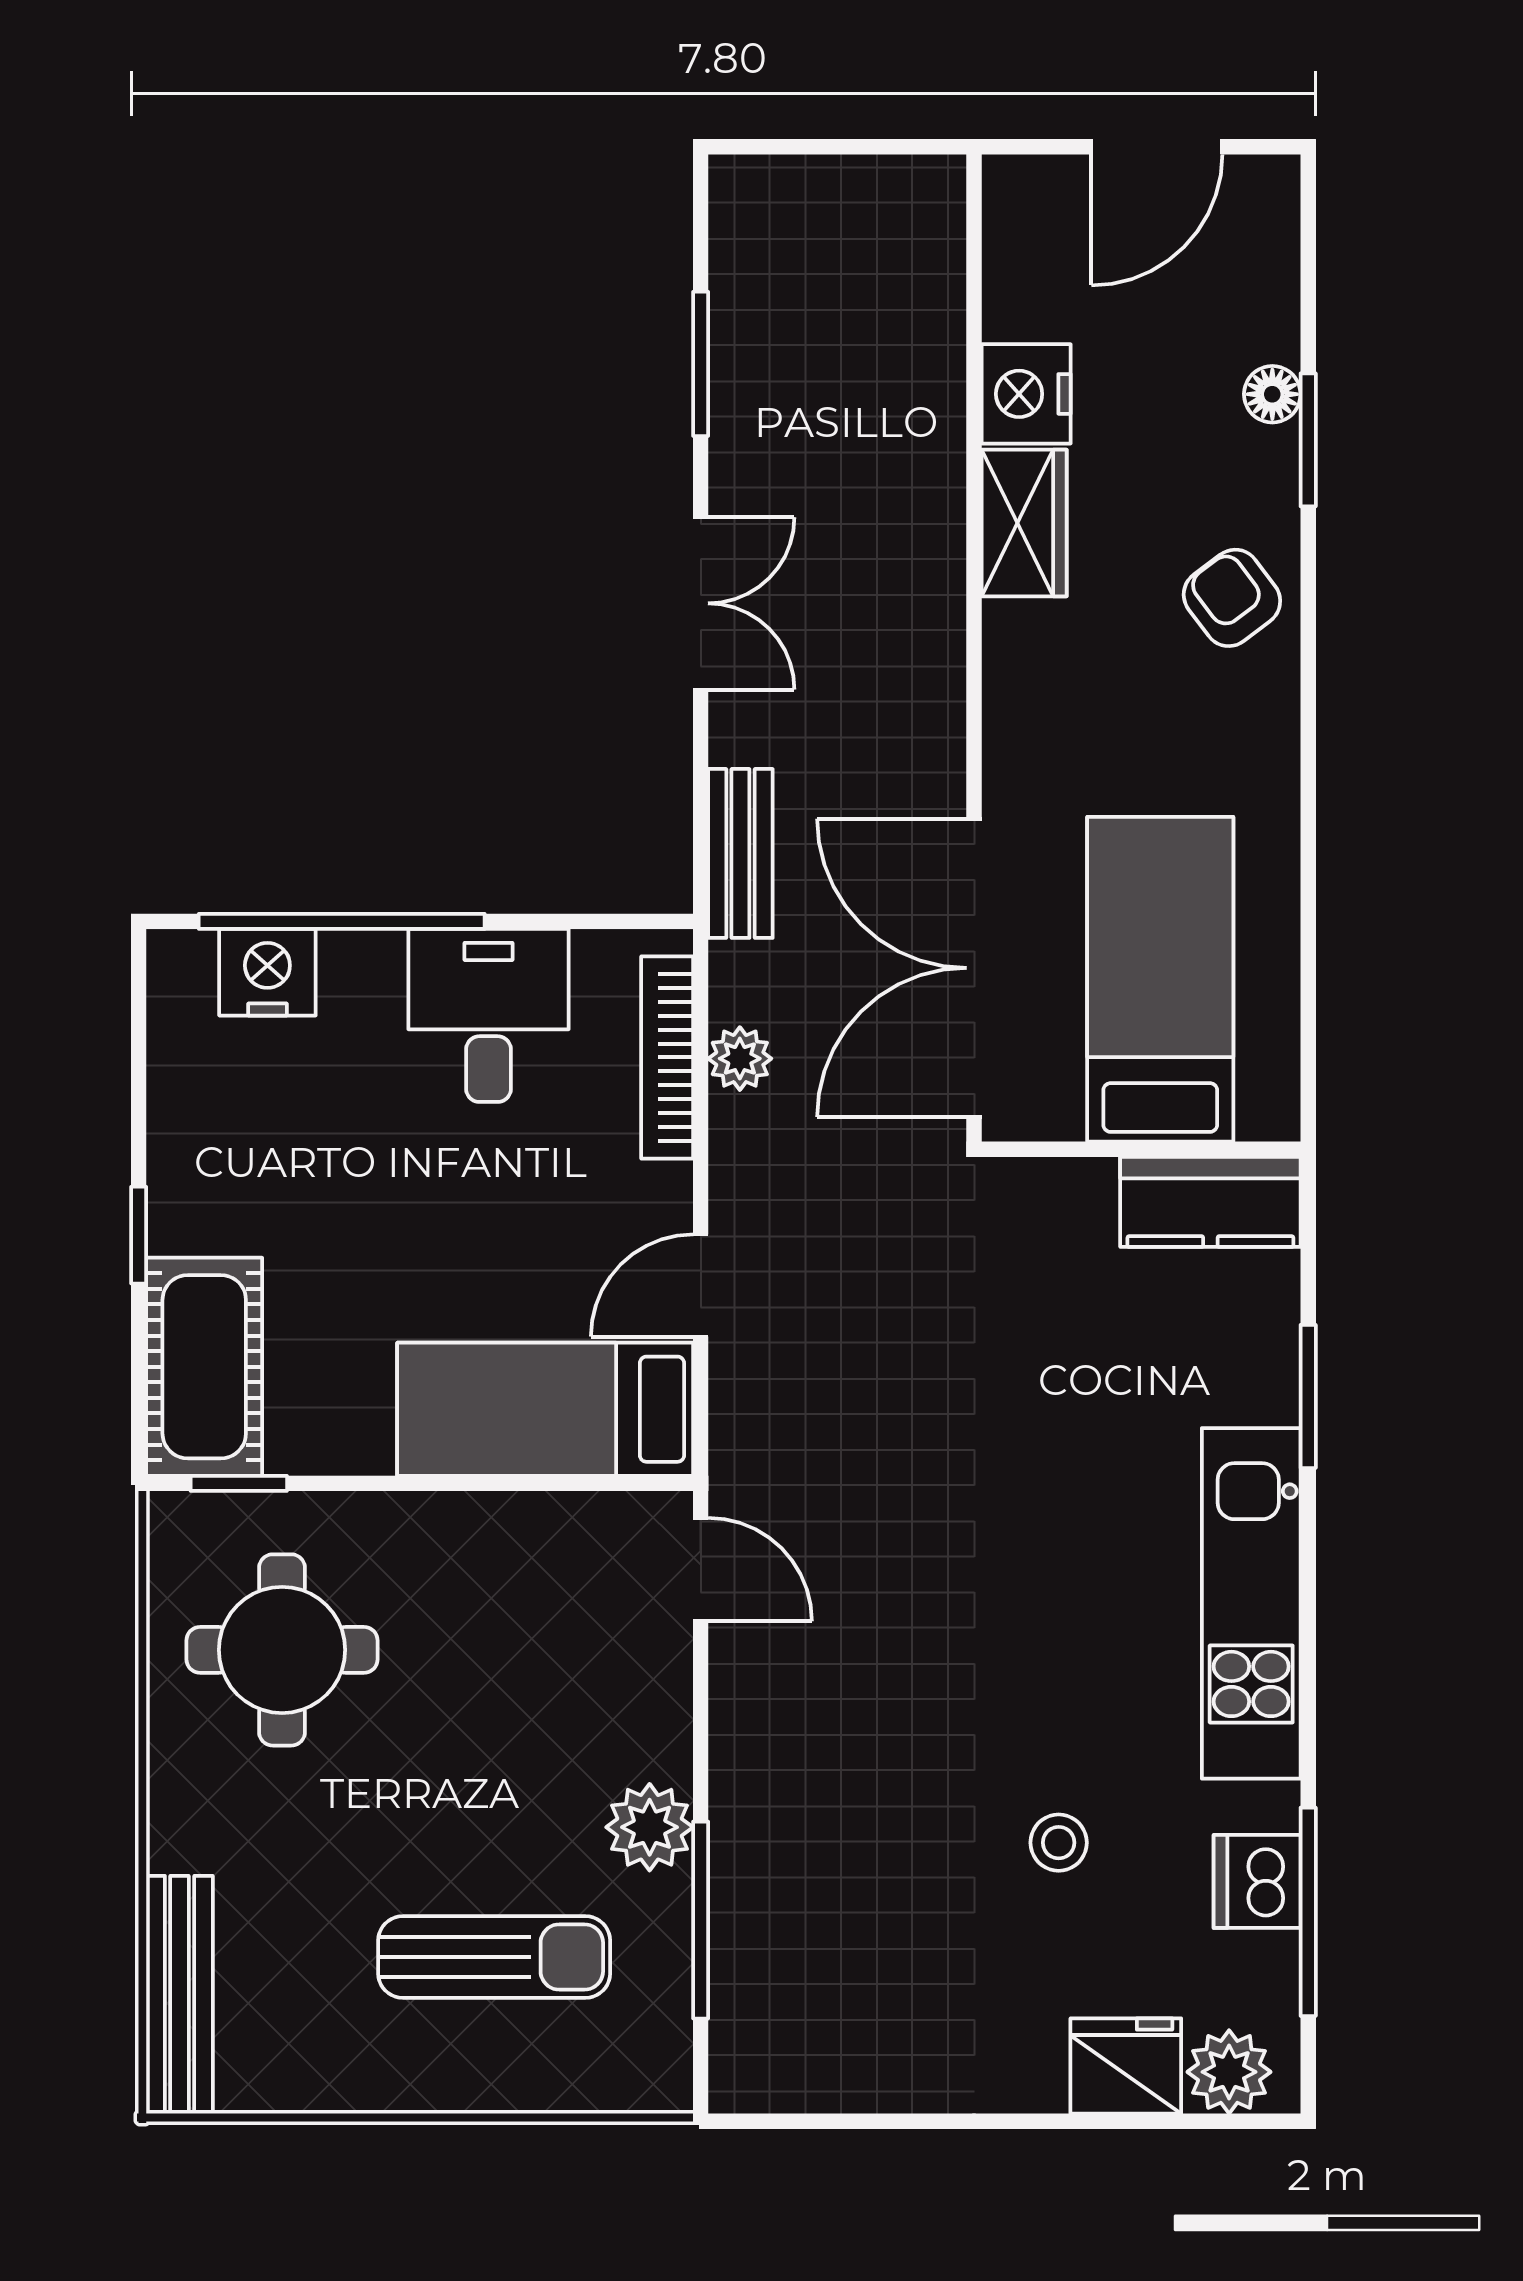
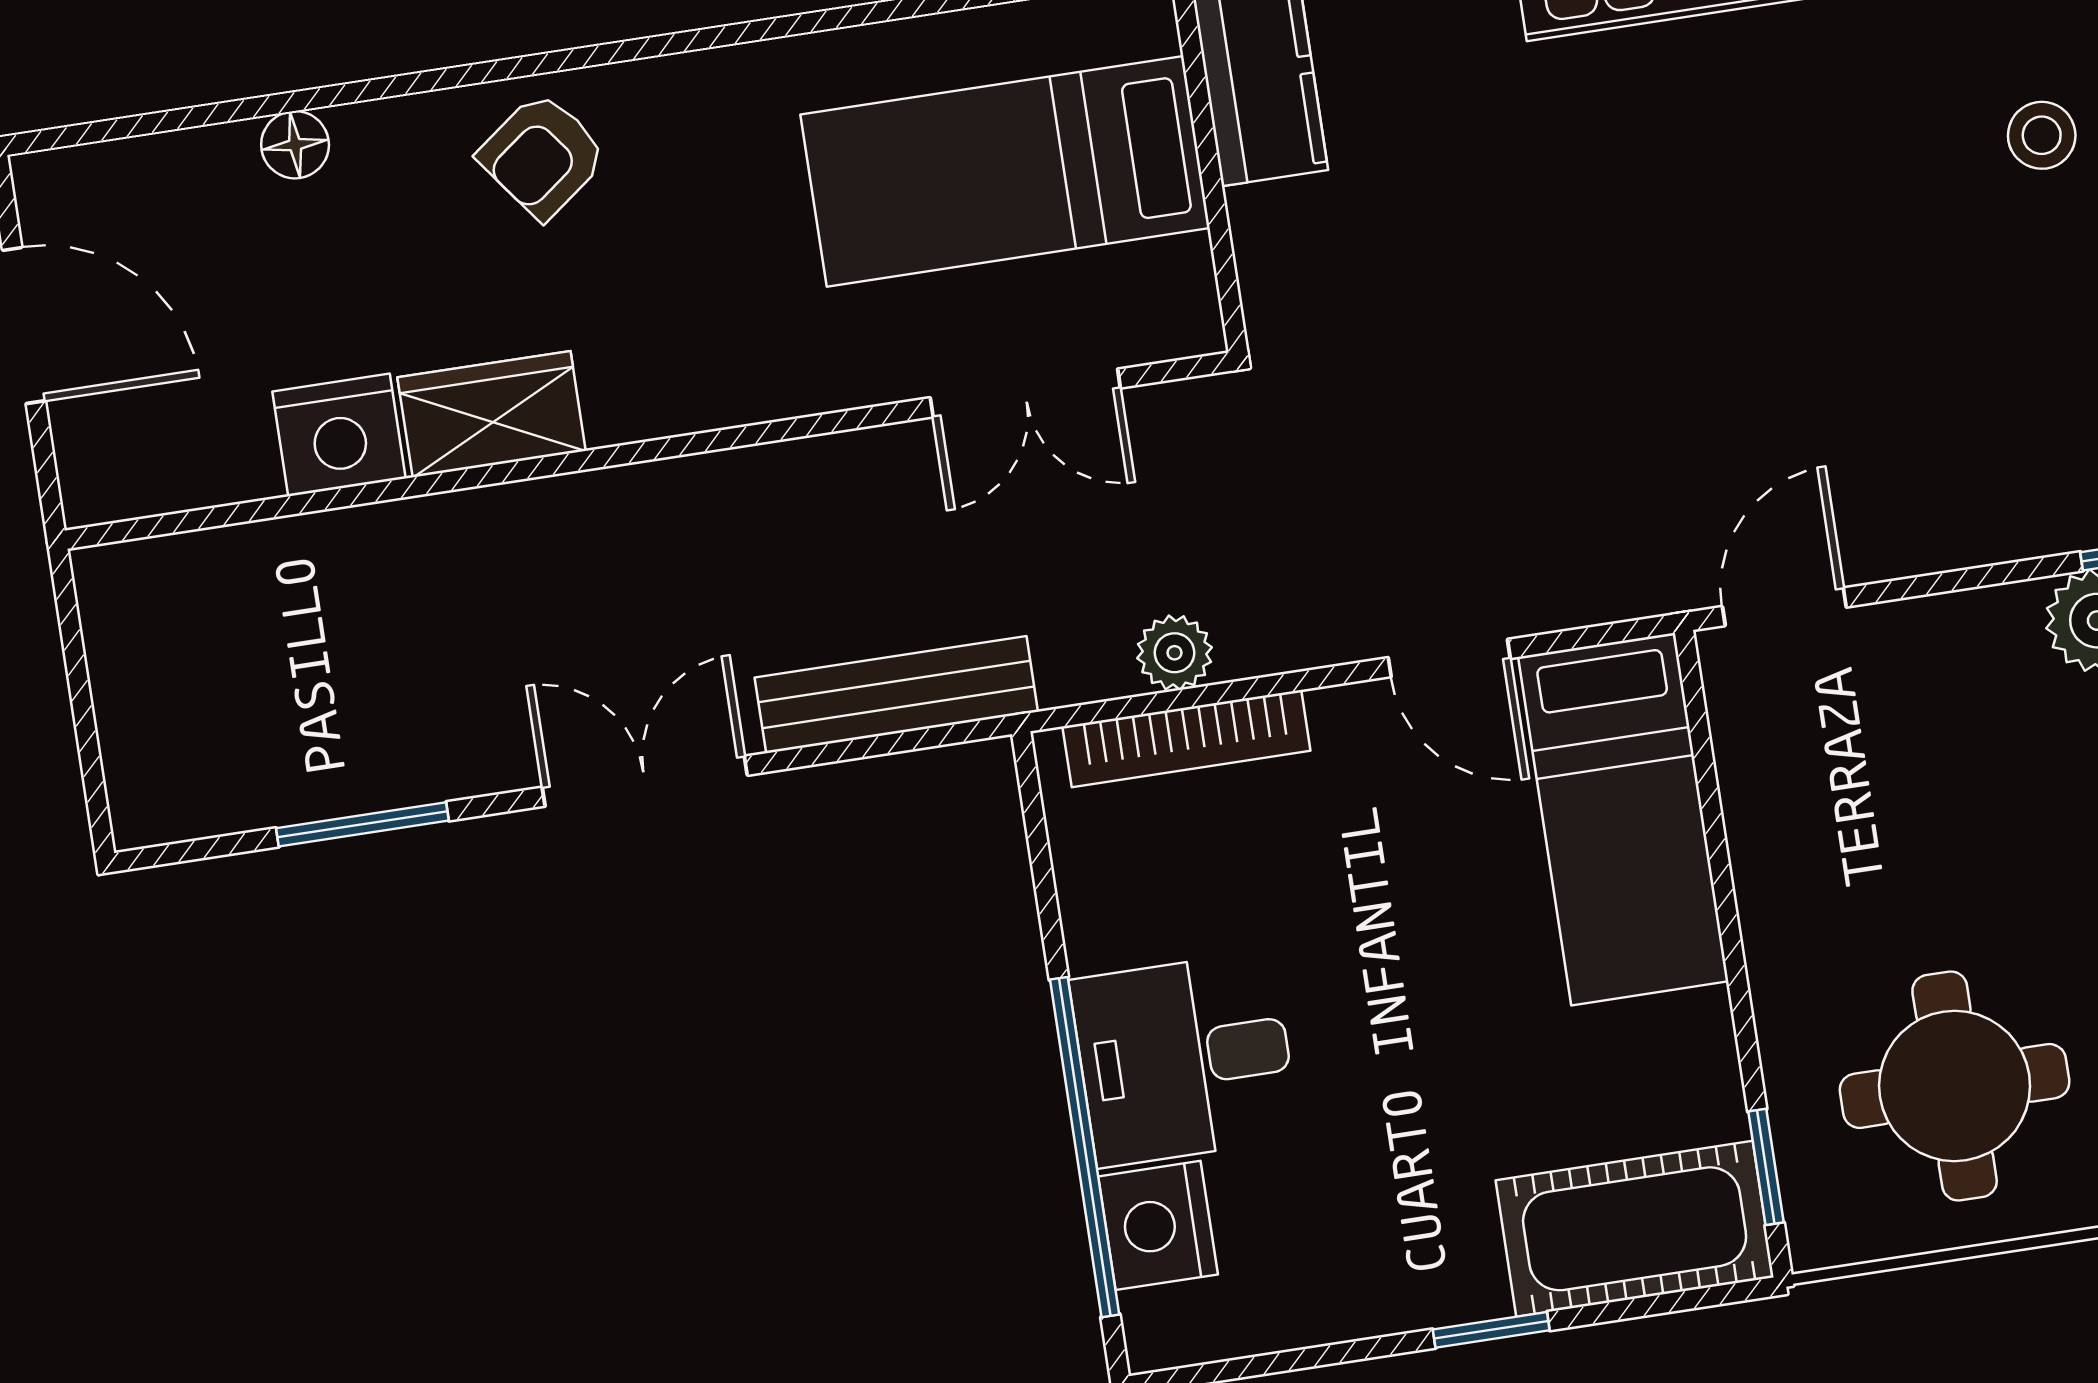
window: (1308, 440) -> (342, 94), removed
bench: (740, 853) -> (896, 695), width x1.36
double door: (974, 968) -> (1025, 393), width x0.54
desk: (488, 1015) -> (1185, 1059), moved

